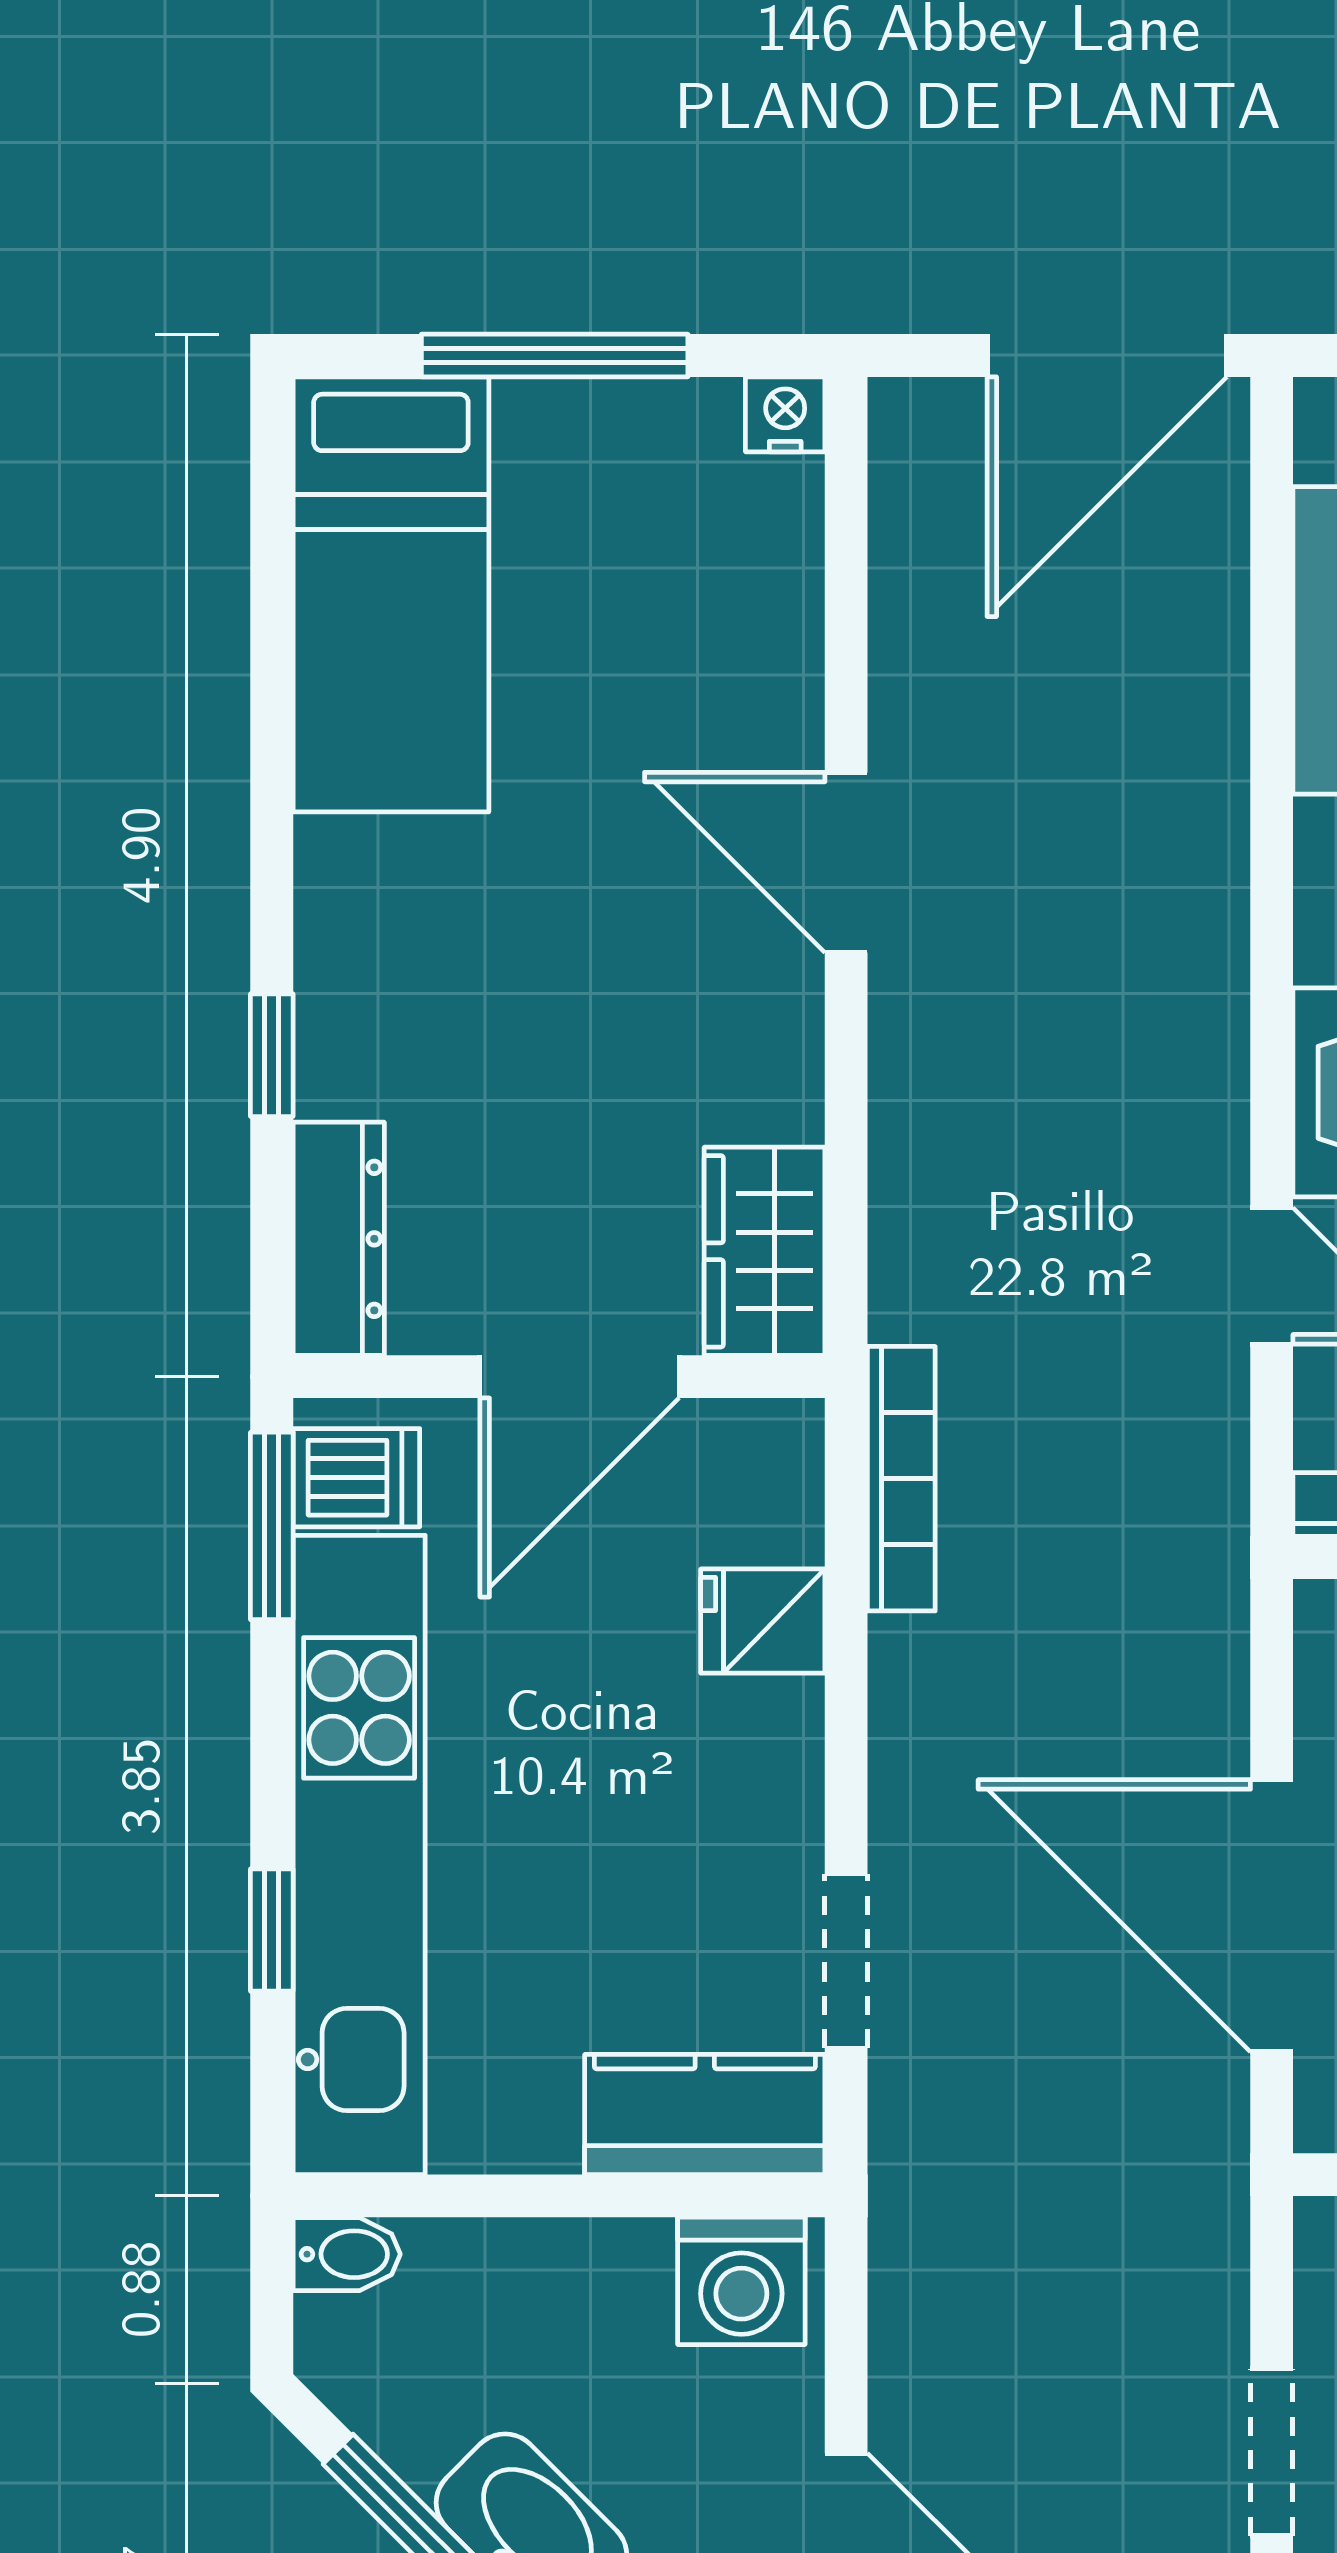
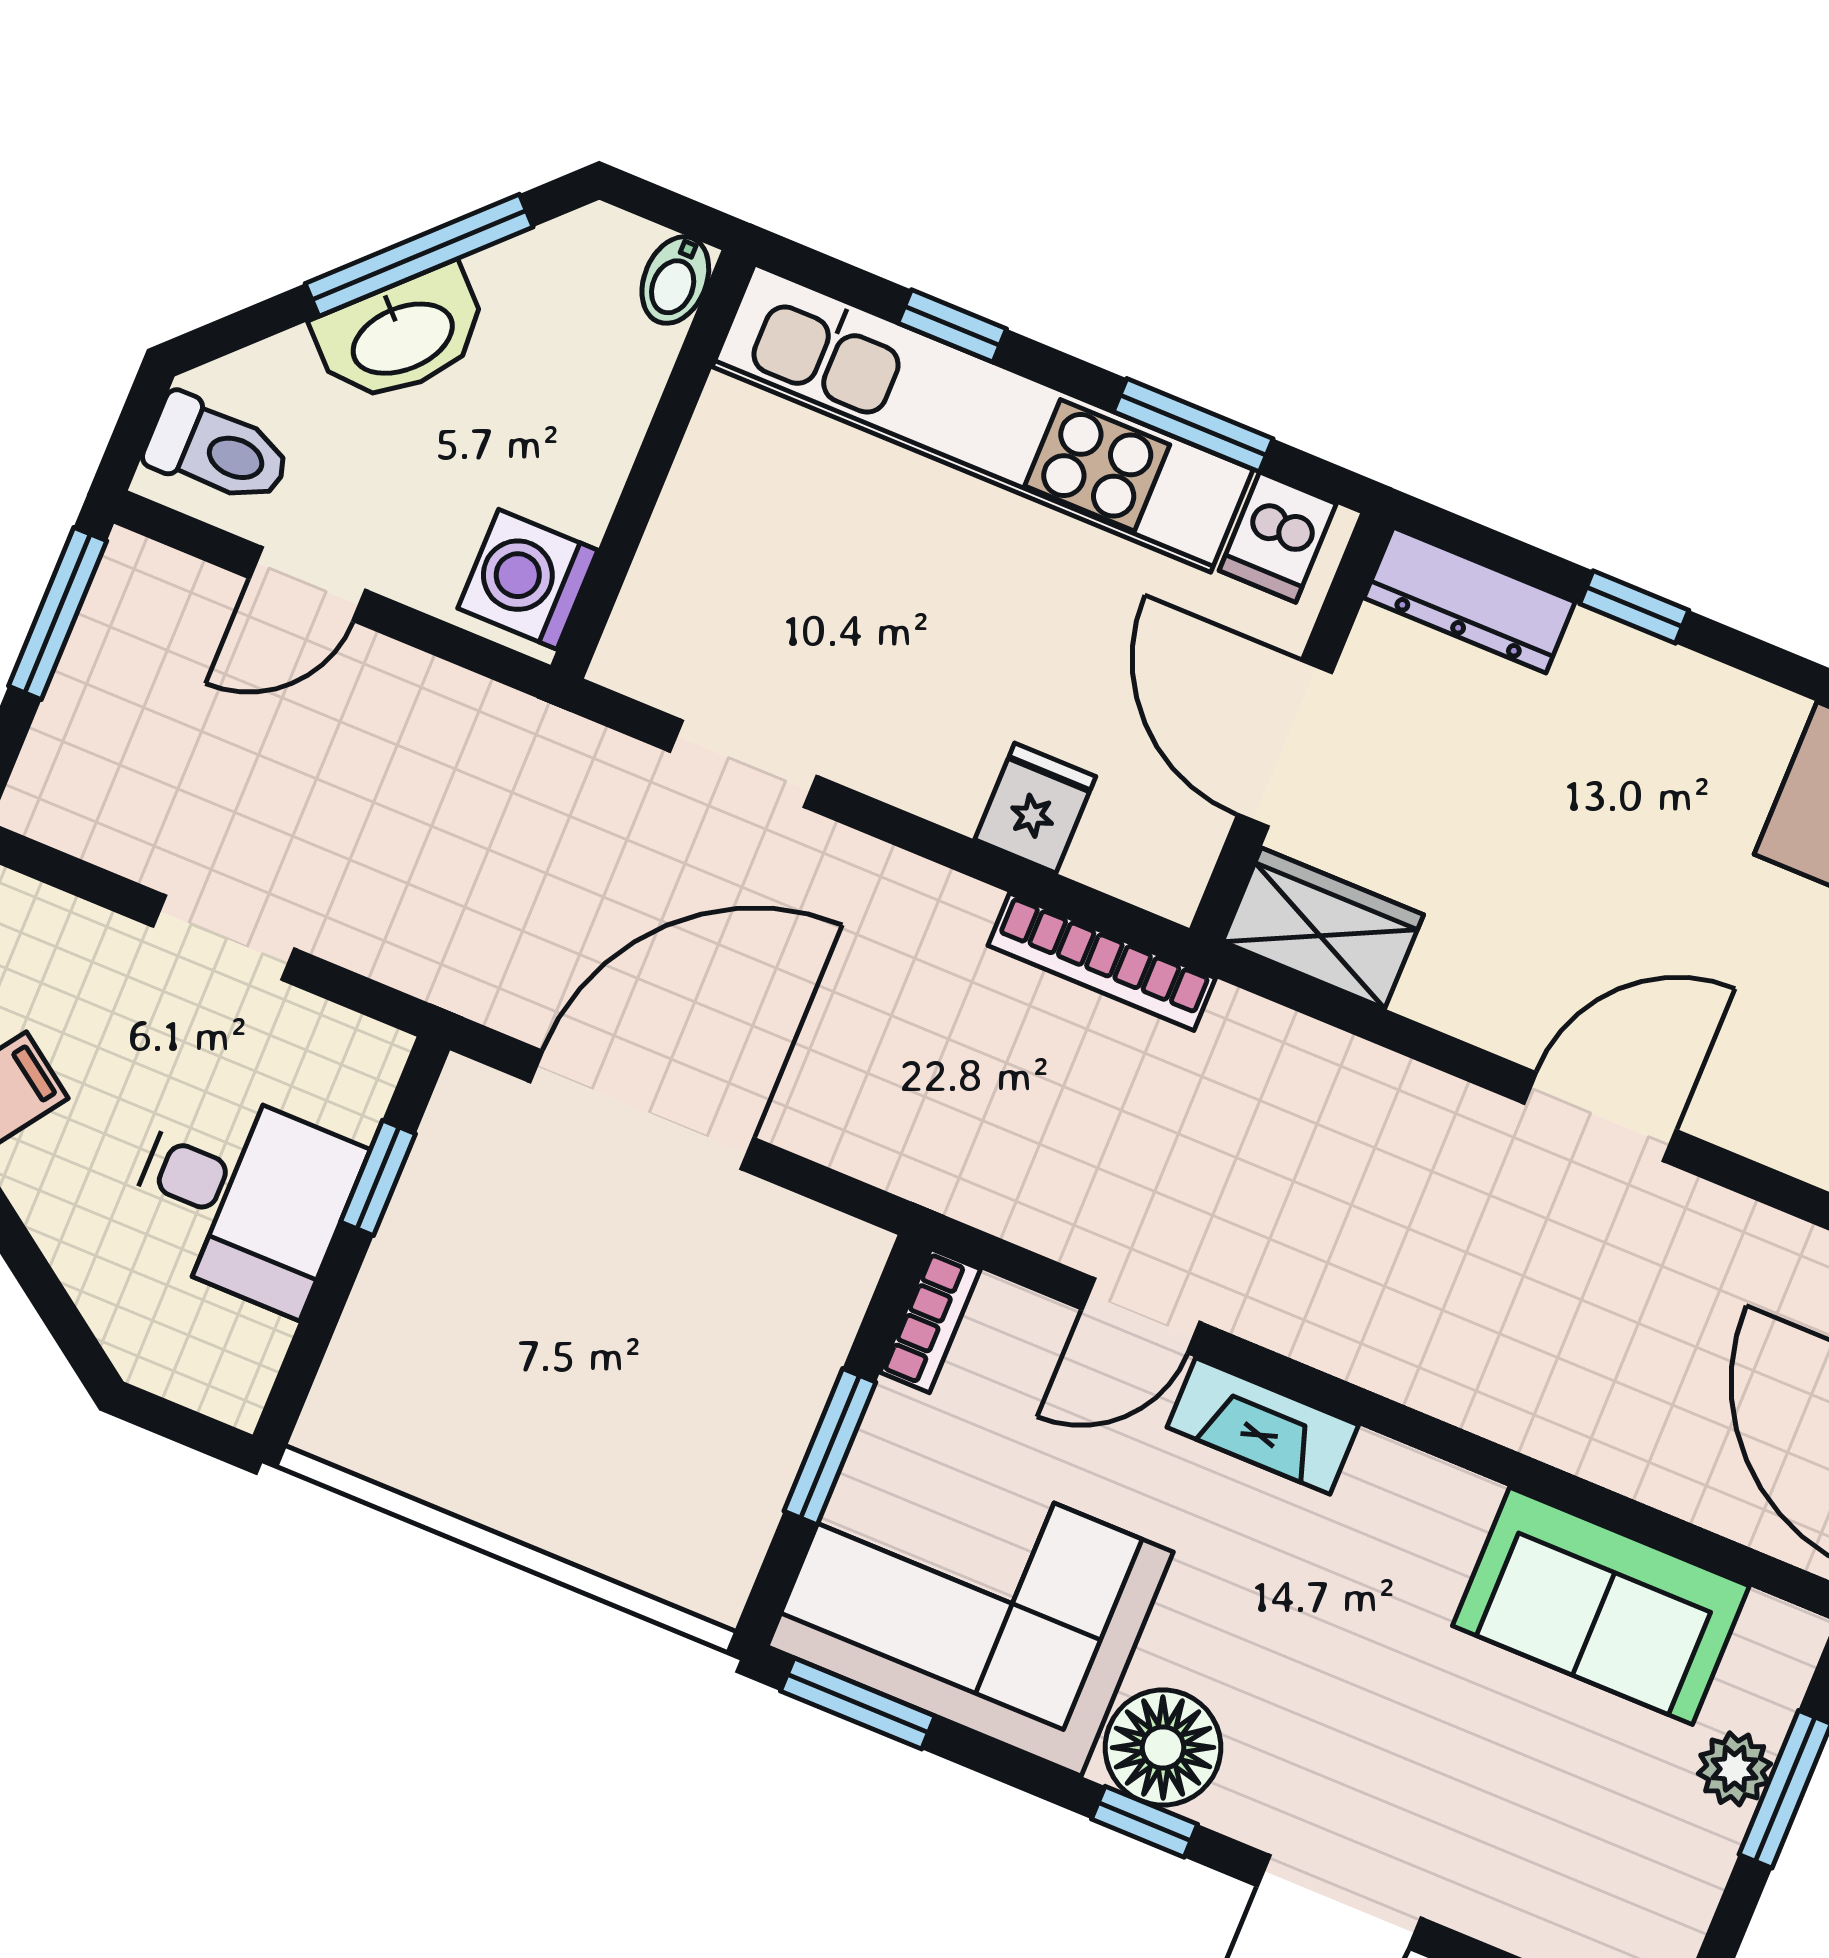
window: (272, 1526) -> (1193, 425), moved
kitchen counter: (705, 2114) -> (669, 604), removed

